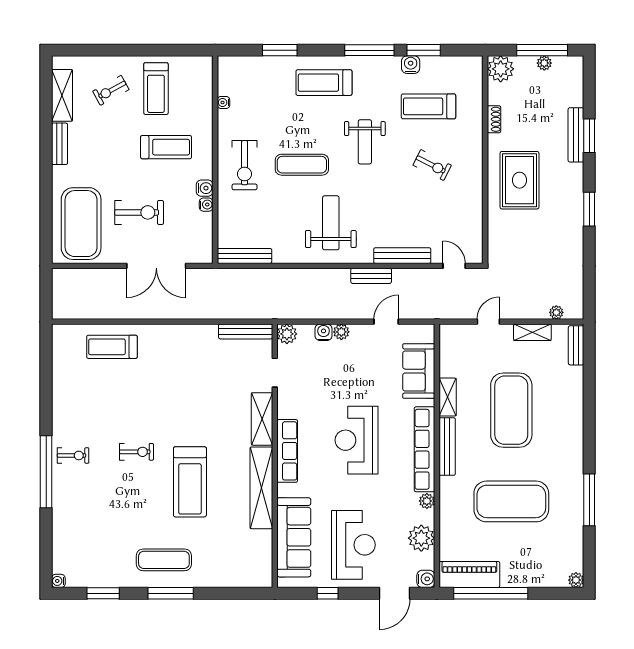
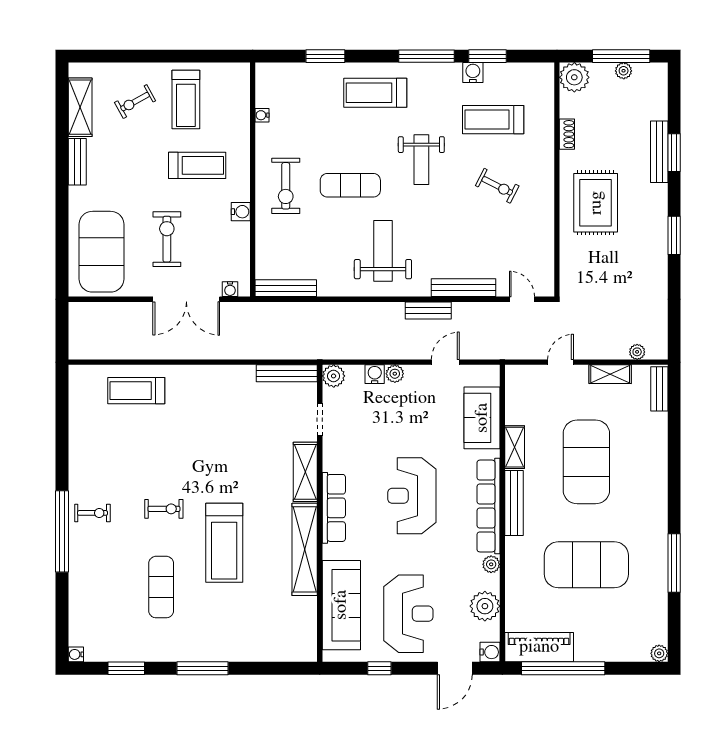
water cooler: (206, 205) -> (230, 289), moved, turned 90
exercise bike: (139, 212) -> (167, 239), turned -90
exercise mat: (164, 560) -> (161, 587), moved, turned 90

